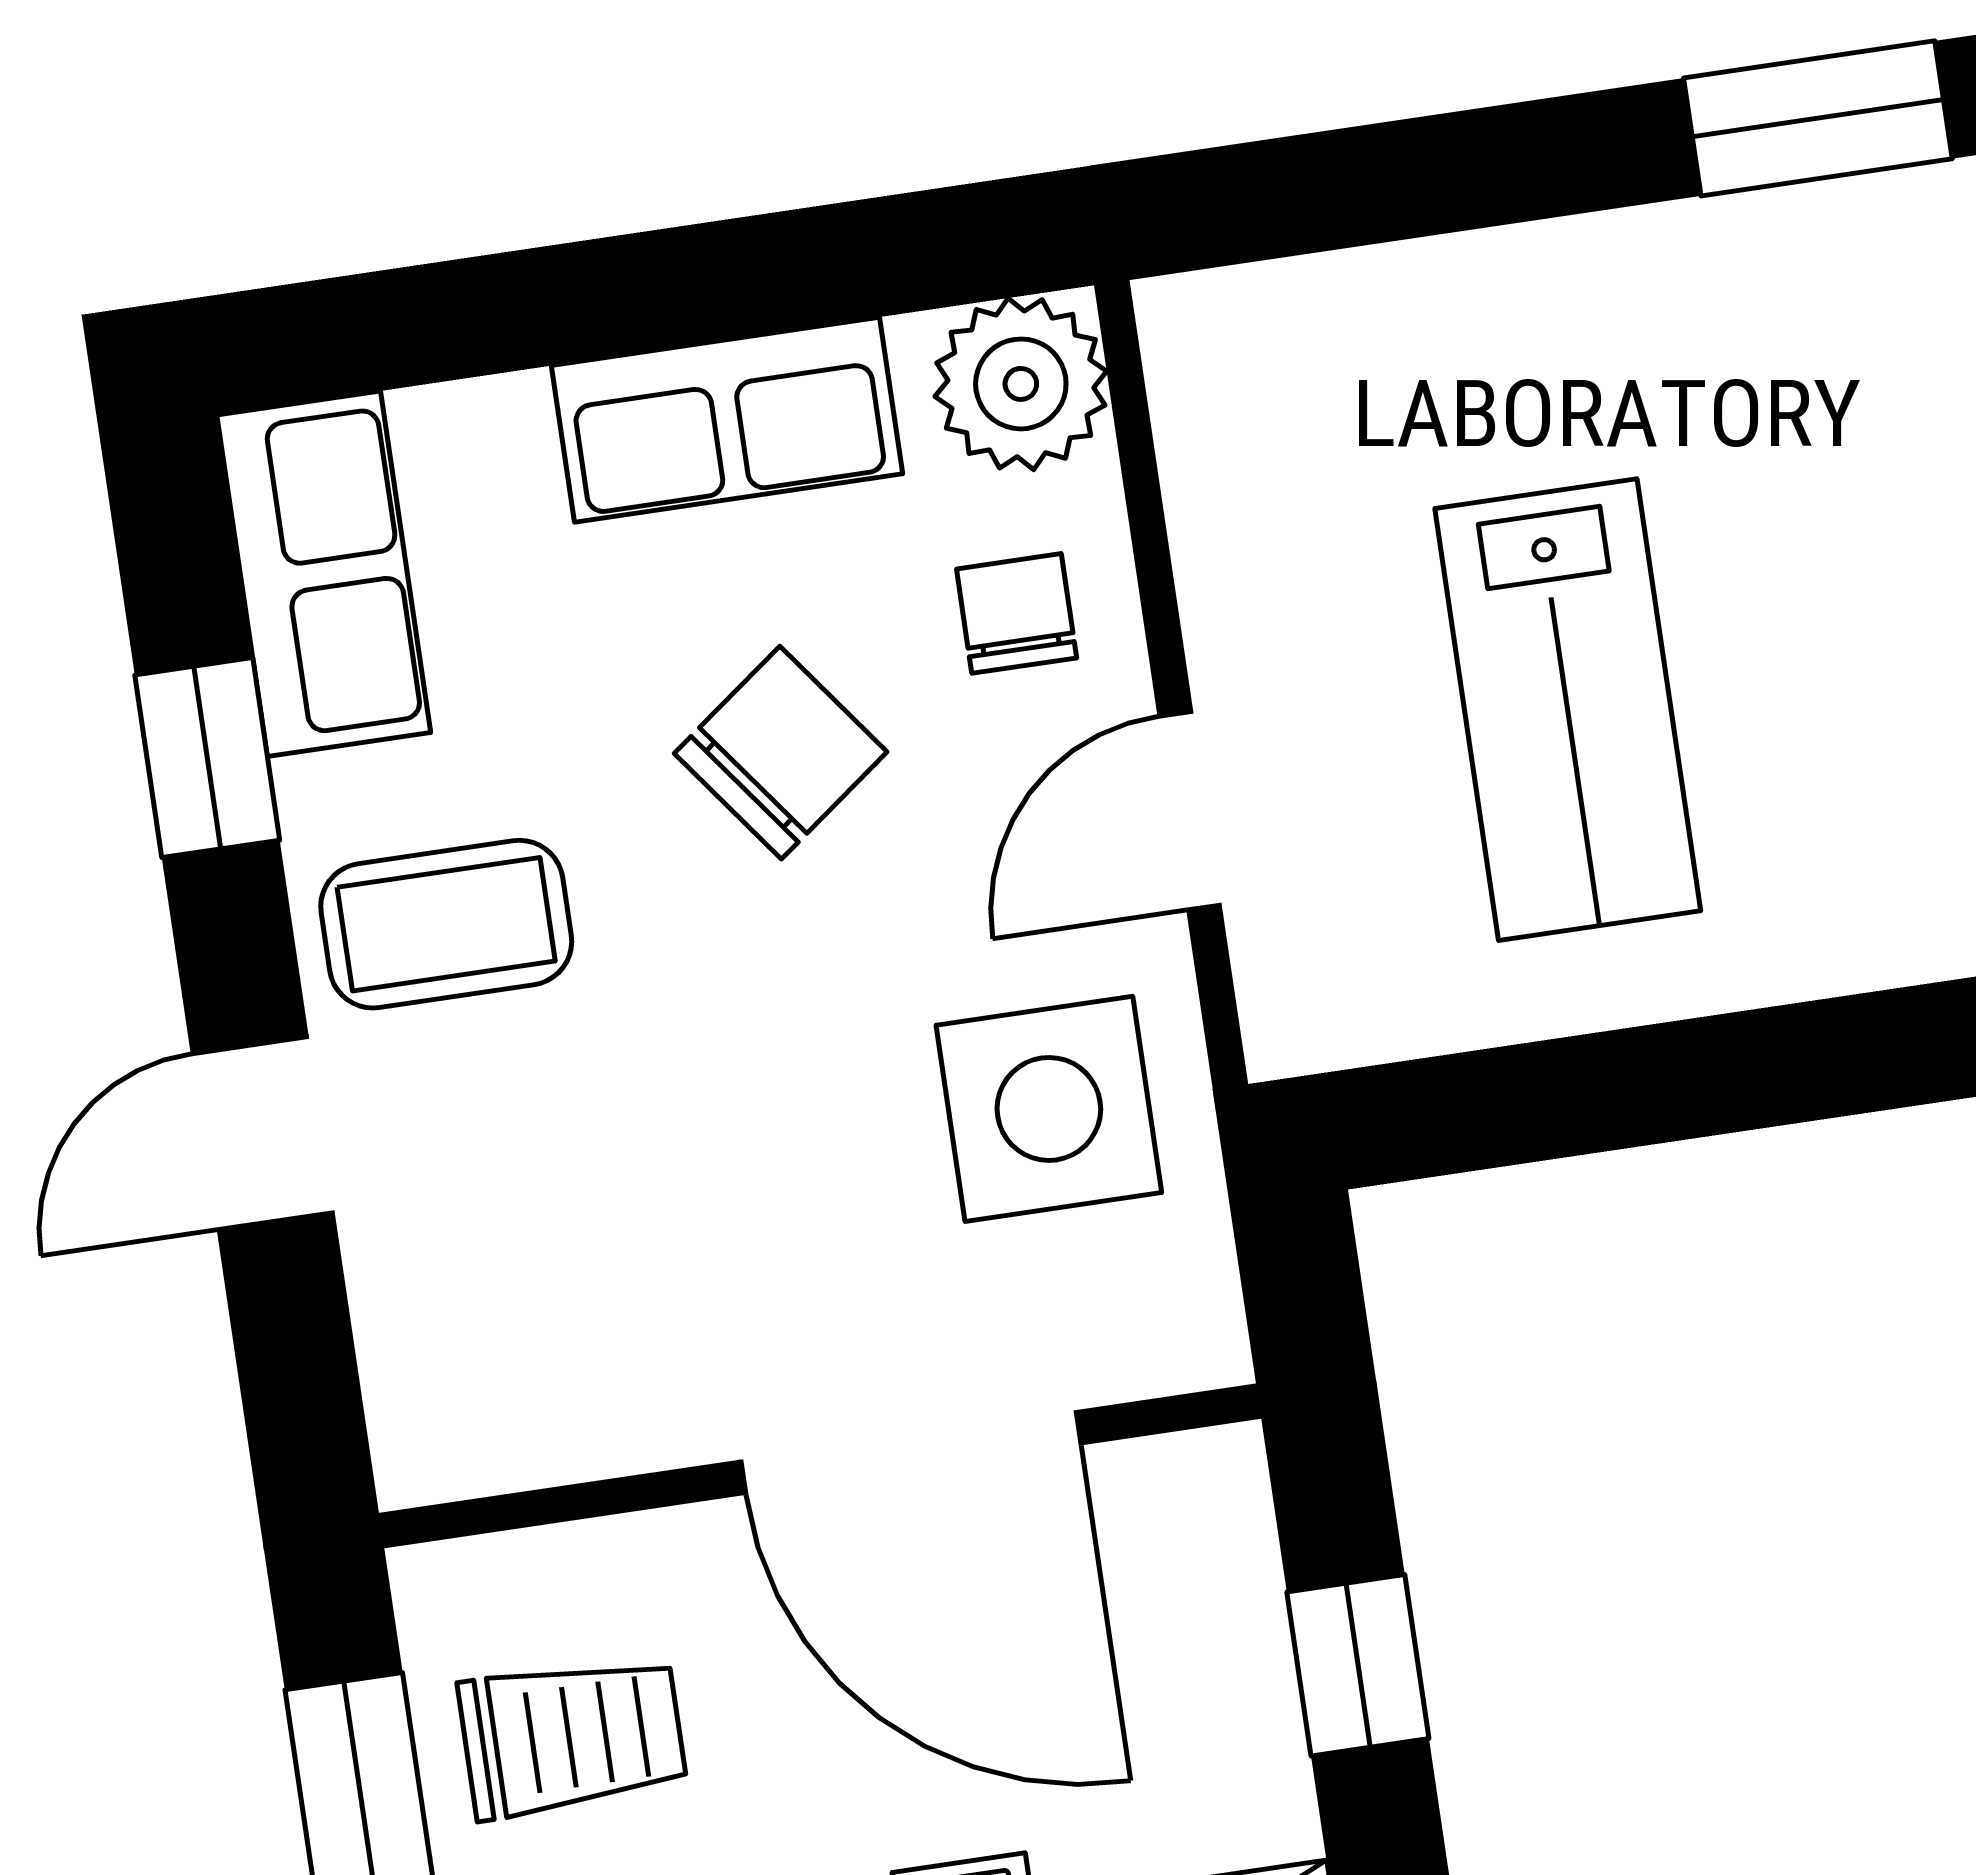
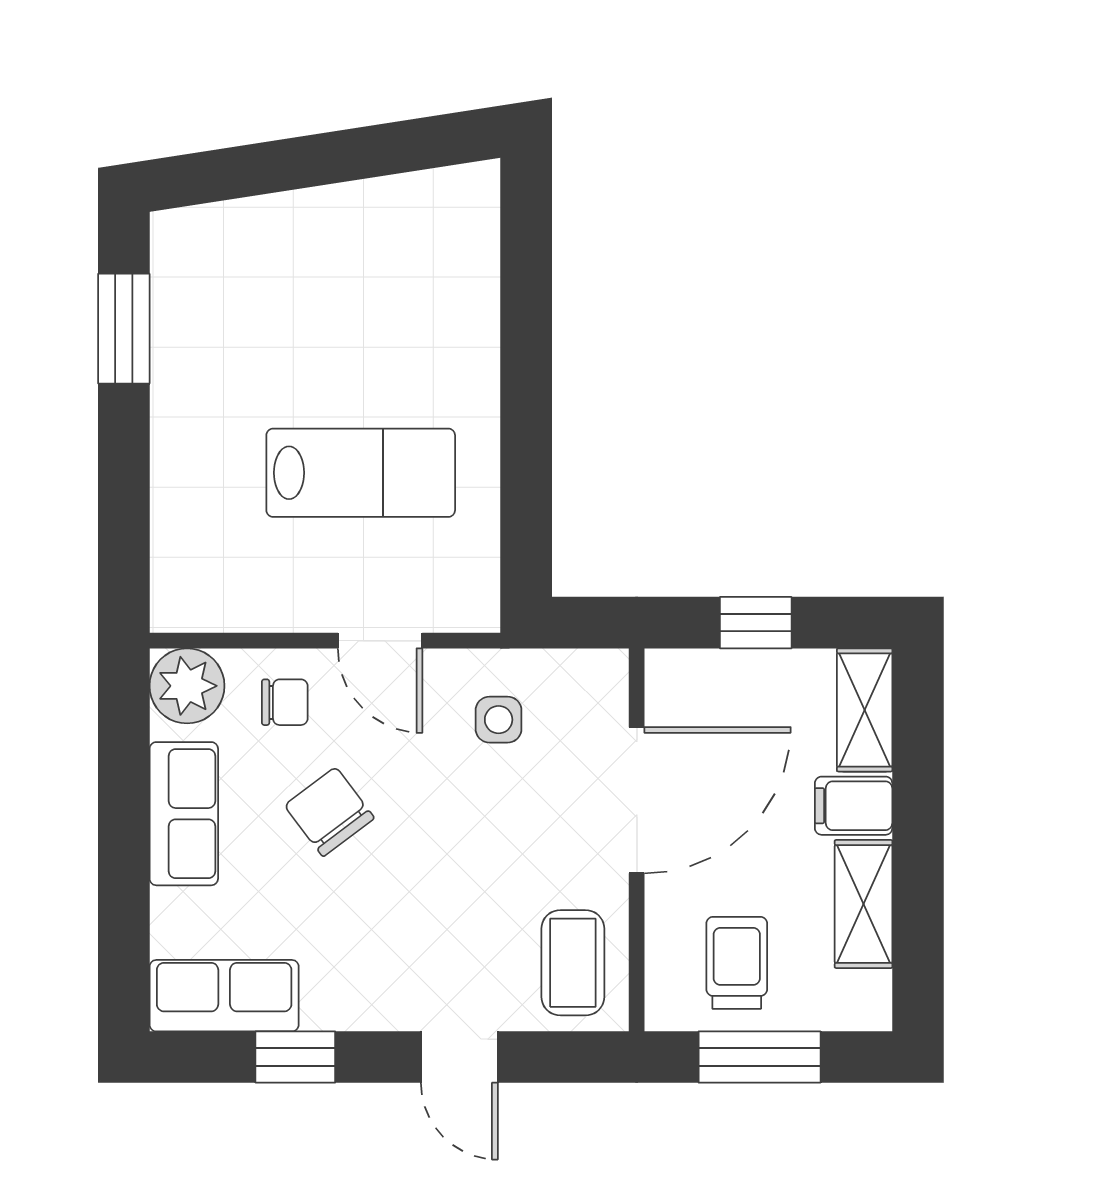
chair: (1017, 613) -> (285, 702), turned 180
coffee table: (446, 924) -> (573, 963), moved
side table: (1049, 1109) -> (499, 720), width x0.54, depth x0.54

